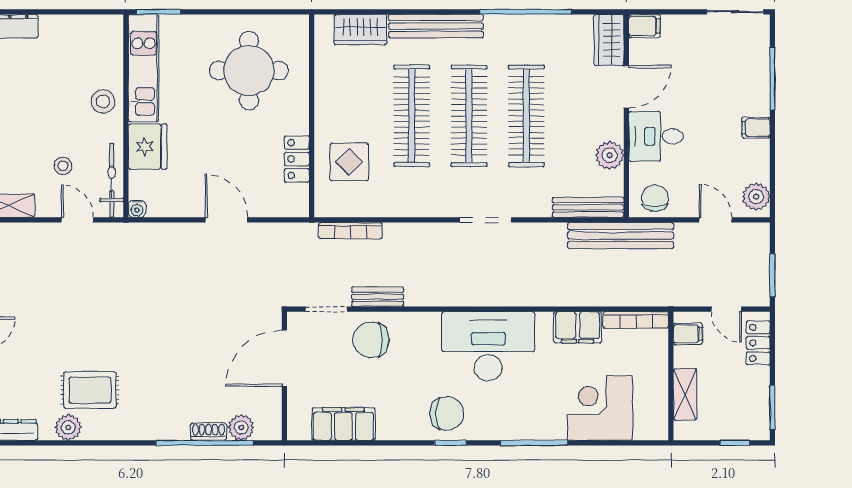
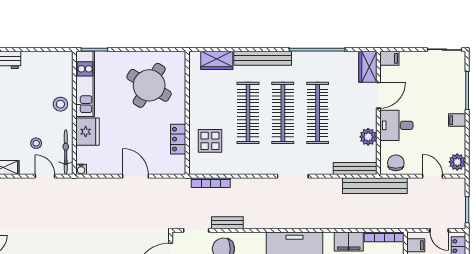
round table: (249, 71) -> (149, 85), turned 31

